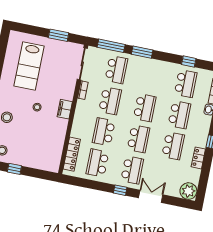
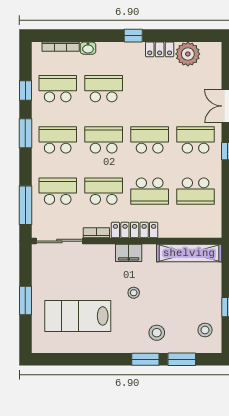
window: (59, 35) -> (25, 301), moved
window: (142, 52) -> (25, 133), moved
lab bench: (29, 66) -> (78, 316), turned 180
school desk: (173, 146) -> (58, 140), moved
shelving: (56, 150) -> (189, 253), added
locker: (72, 154) -> (135, 230), moved
plant: (188, 191) -> (188, 54), moved

